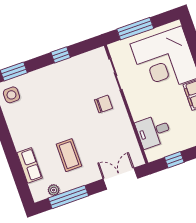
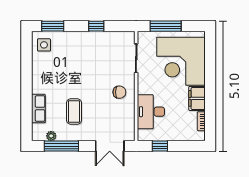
chair: (103, 104) -> (119, 92), moved
desk: (153, 131) -> (151, 112), width x1.37
double door: (120, 179) -> (110, 146), swing flipped

